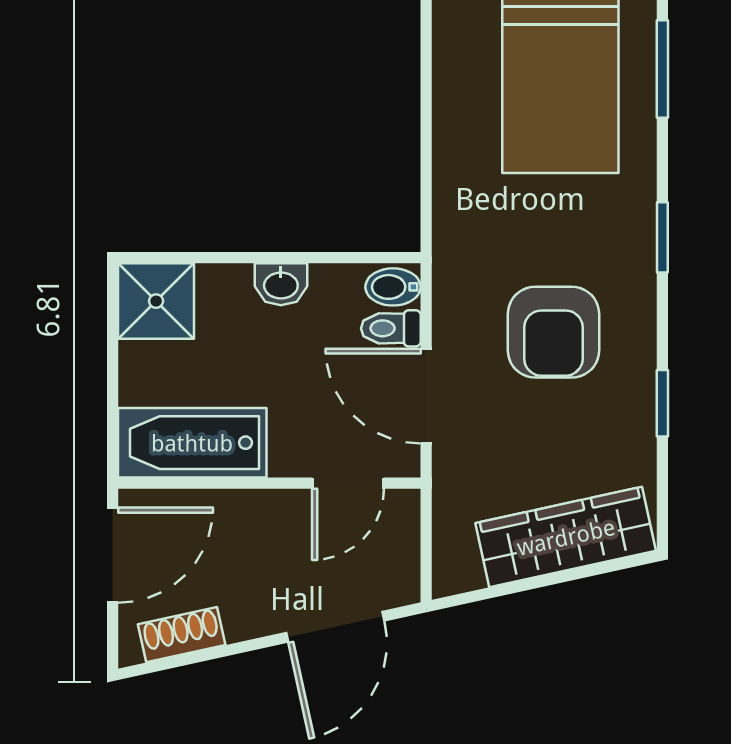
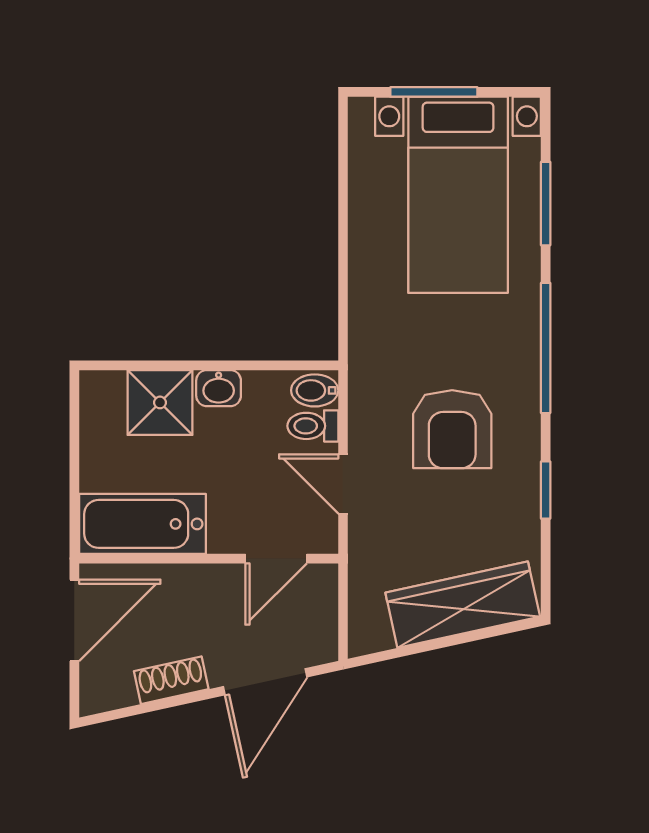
window: (662, 237) -> (546, 348), width x2.17
shower: (156, 301) -> (160, 402), moved
door: (426, 396) -> (343, 484), width x0.73
shoe rack: (182, 635) -> (171, 680), moved

